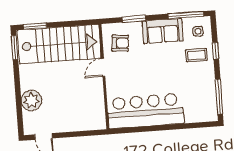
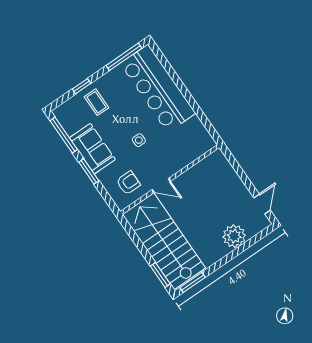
window: (134, 19) -> (89, 171), moved
side table: (198, 31) -> (139, 140), moved
armchair: (120, 43) -> (128, 183), turned 85
bar counter: (145, 111) -> (158, 88), moved

